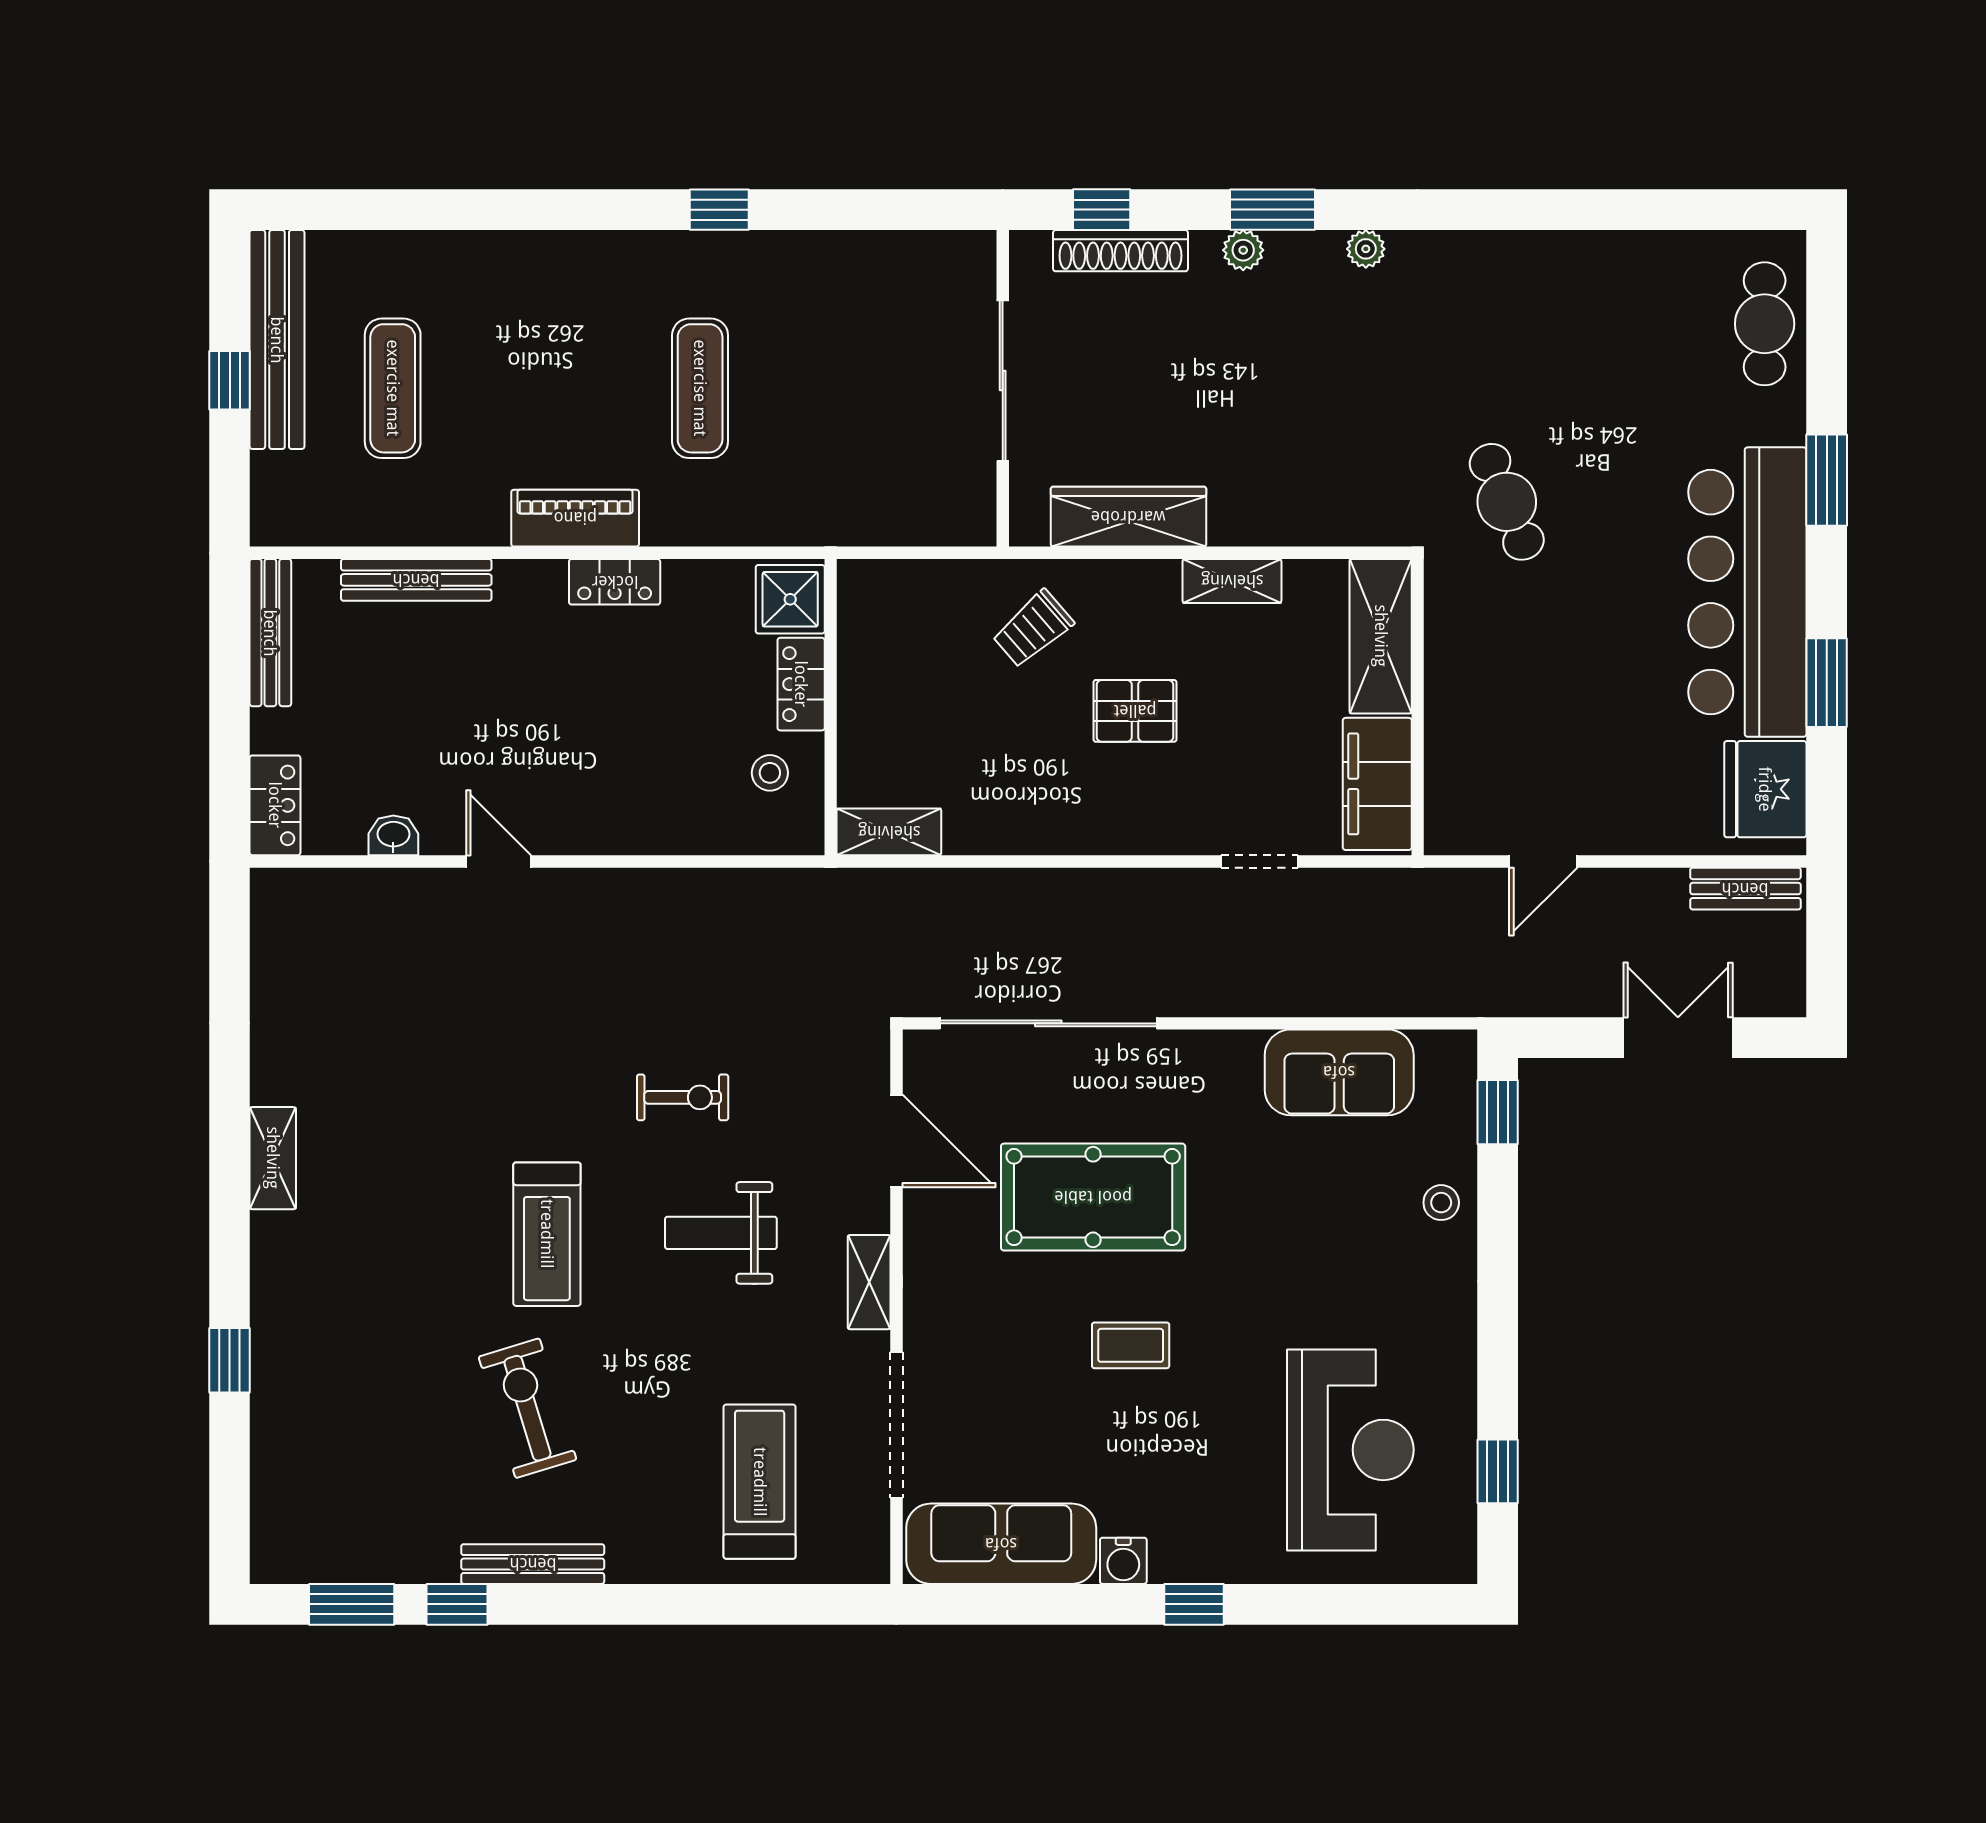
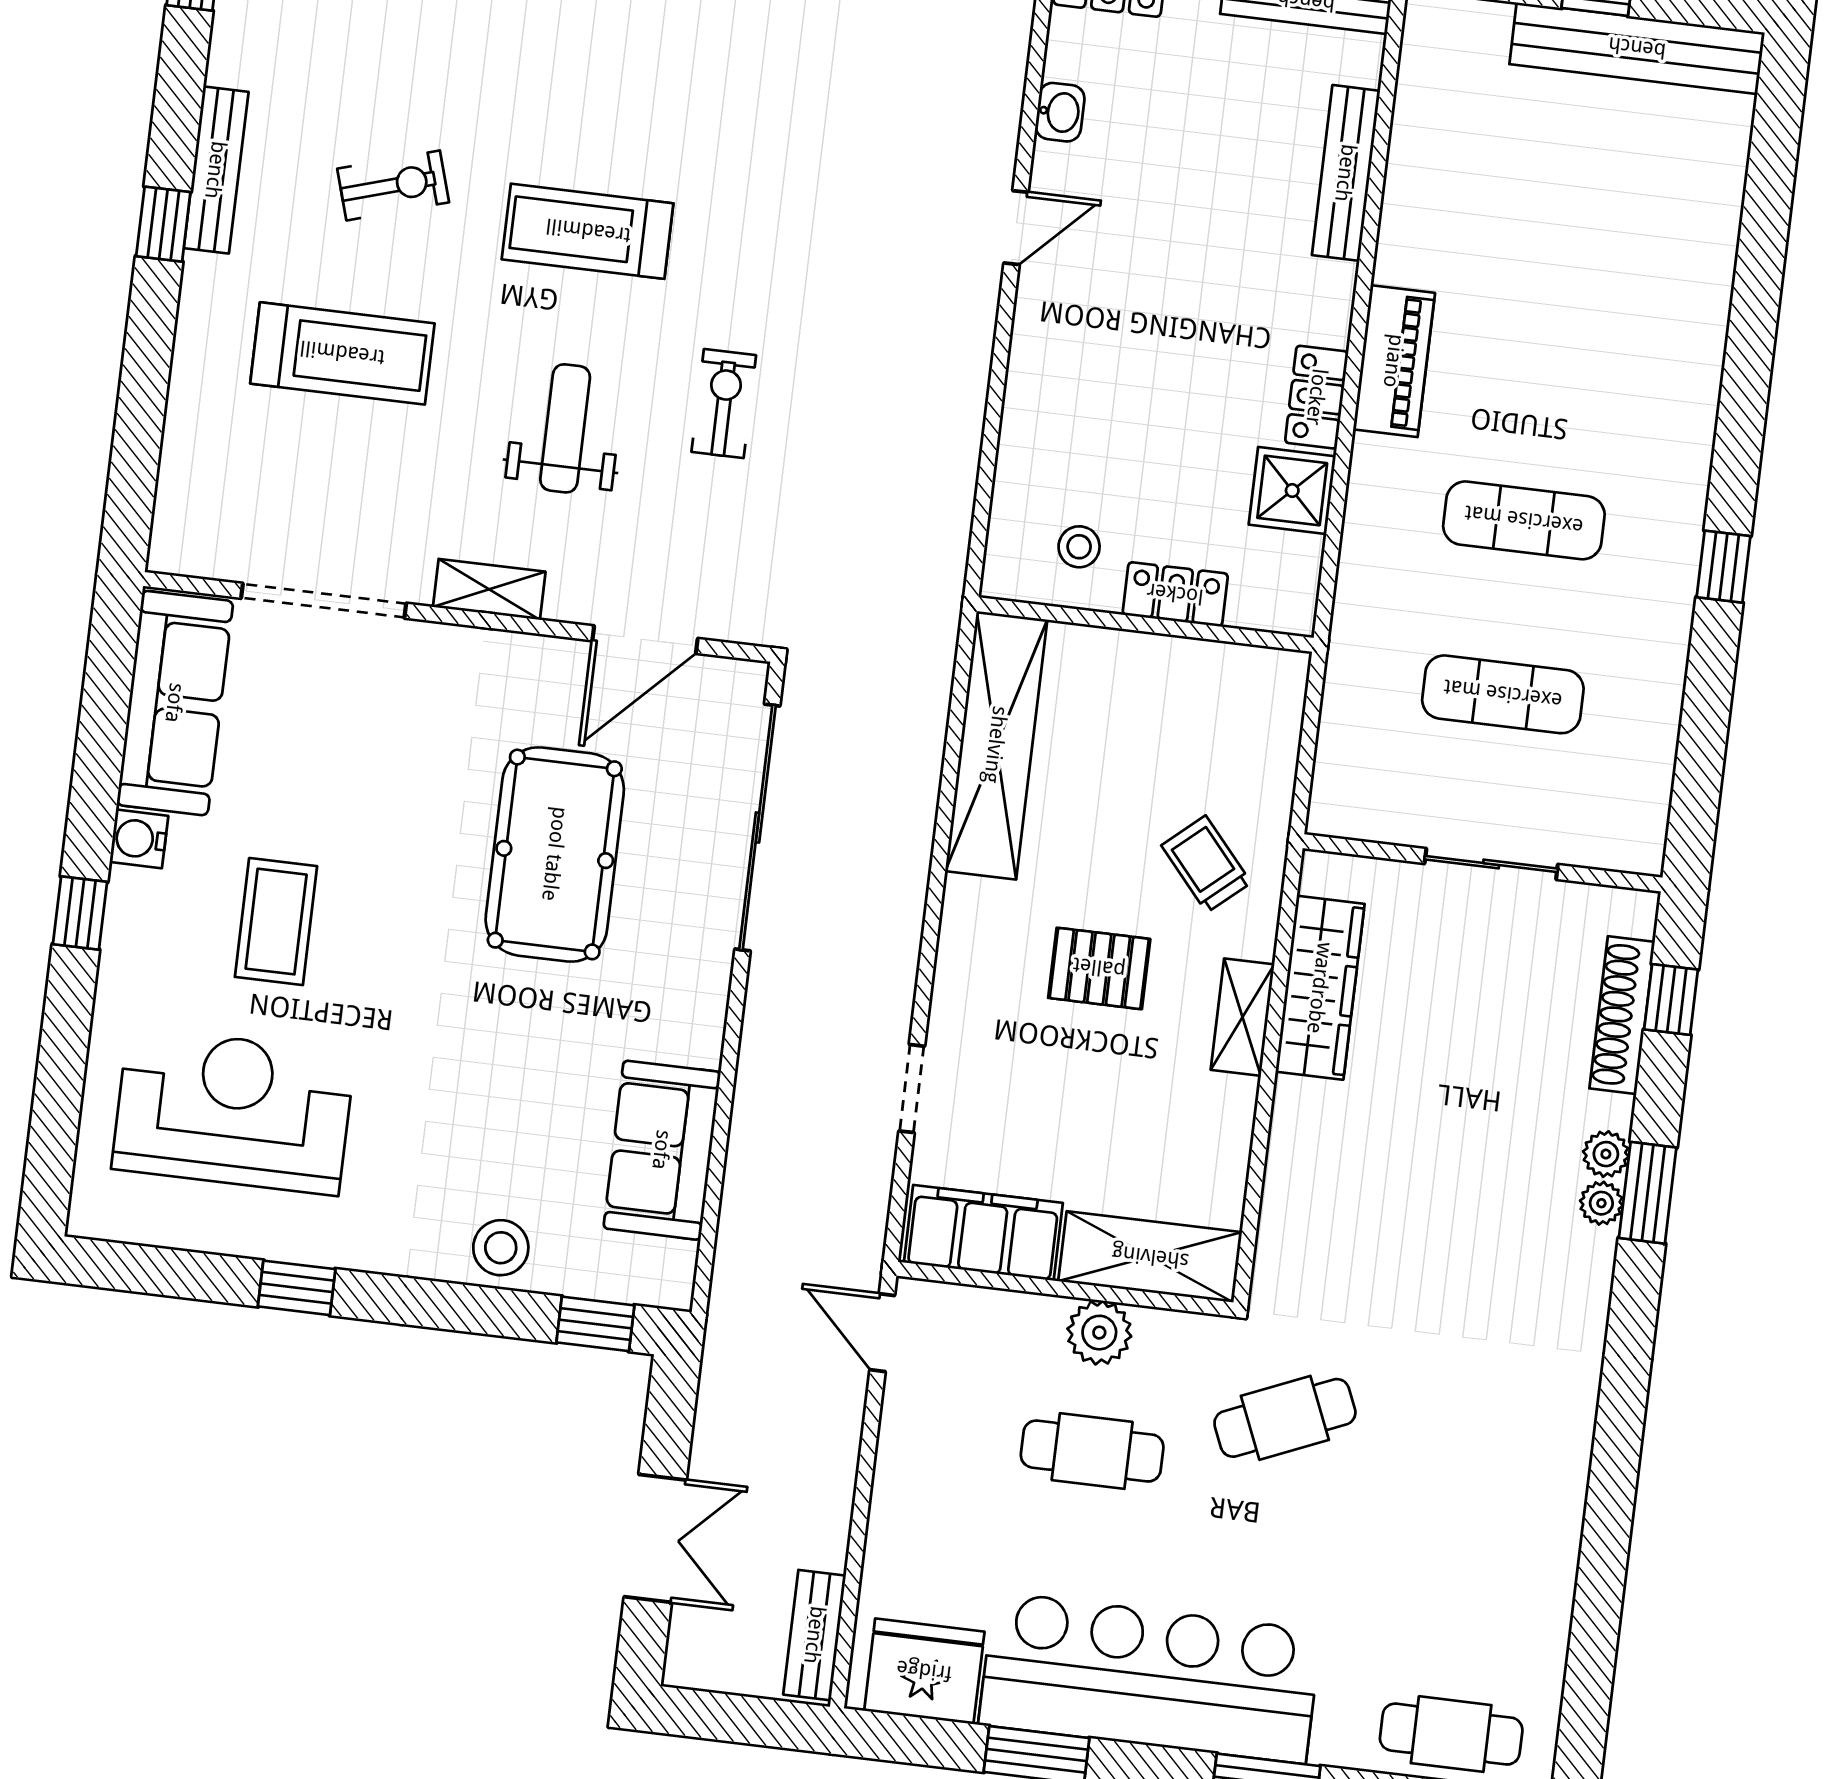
plant: (1366, 249) -> (1601, 1203), moved
sliding door: (1003, 381) -> (1491, 864), width x0.73
exercise mat: (393, 388) -> (1503, 694), moved
shelving: (1232, 581) -> (1242, 1017), moved
shower: (790, 599) -> (1292, 490), moved
cafe table: (1556, 666) -> (1092, 1451), added
plant: (1452, 672) -> (1099, 1333), added
pallet: (1135, 711) -> (1099, 968), turned 90
shelving: (889, 832) -> (996, 745), width x2.20, depth x1.33
door: (1543, 861) -> (882, 1333), moved
exercise bike: (683, 1097) -> (724, 404), turned 180
stool: (1441, 1203) -> (501, 1248), width x1.37, depth x1.37
coffee table: (1131, 1345) -> (276, 922), moved, width x1.36, depth x1.30
exercise bike: (528, 1408) -> (393, 185), width x0.73, depth x0.72
reception desk: (1350, 1450) -> (233, 1111), turned 180
window: (1498, 1471) -> (297, 1288), moved
treadmill: (760, 1482) -> (342, 353), moved
window: (457, 1604) -> (163, 224), moved

